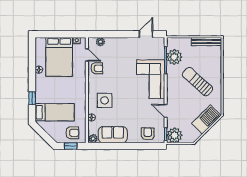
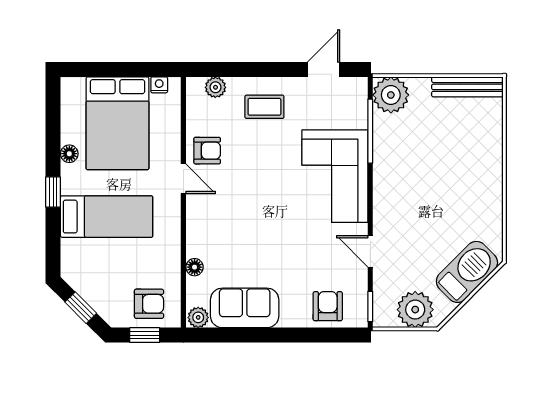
coffee table: (121, 50) -> (264, 107), added
door: (87, 55) -> (183, 179), moved
plant: (174, 57) -> (391, 95), moved
sun lounger: (197, 82) -> (446, 182), removed
window: (32, 98) -> (53, 192), moved
side table: (105, 100) -> (225, 227), removed
bed: (55, 112) -> (107, 217), moved
window: (44, 135) -> (81, 308), added
plant: (174, 135) -> (415, 310), moved

